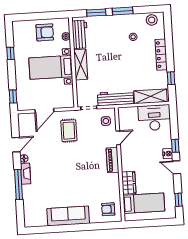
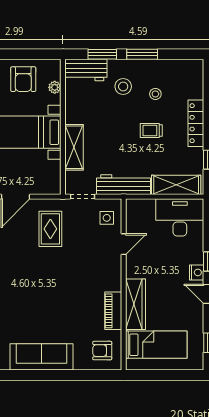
stool: (152, 20) -> (123, 86), moved
armchair: (45, 32) -> (23, 79), turned 90
workbench: (80, 34) -> (86, 70), moved, turned 90
trolley: (132, 61) -> (151, 131), added
shelving: (81, 64) -> (74, 147), moved
piano: (113, 160) -> (113, 311), moved
wardrobe: (129, 183) -> (135, 304), width x1.50

